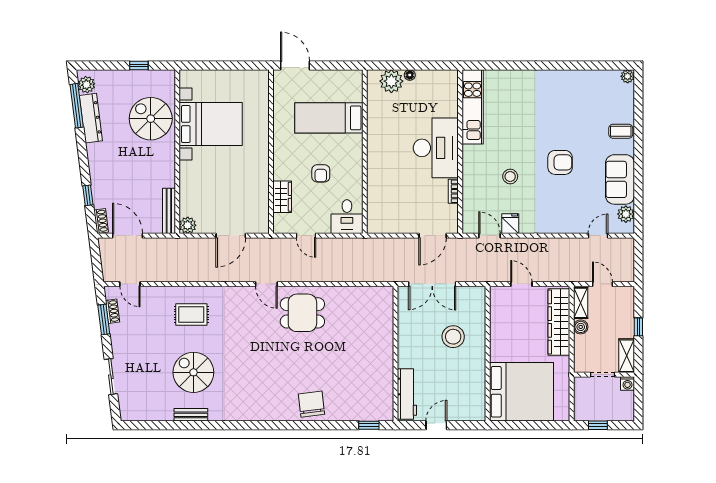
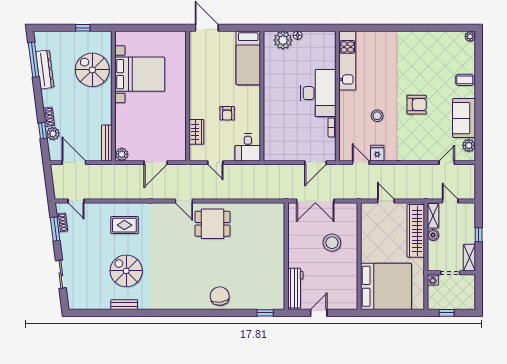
plant: (87, 85) -> (53, 134), moved
bed: (329, 118) -> (248, 58), moved, turned -90
shoe rack: (101, 221) -> (49, 117), moved
washing machine: (627, 383) -> (433, 280), moved

